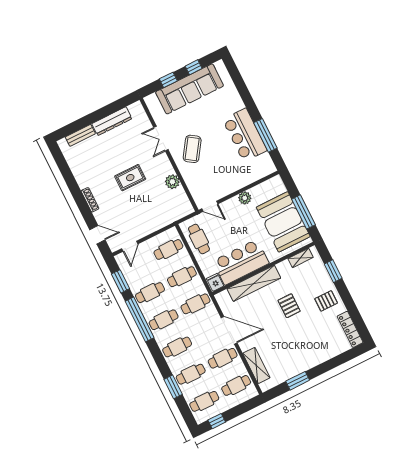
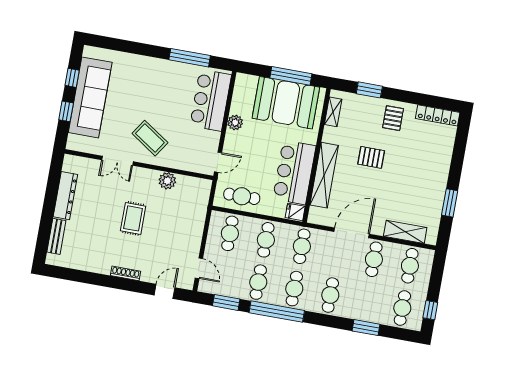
bar counter: (245, 135) -> (211, 100), moved, turned 90
cafe table: (191, 374) -> (366, 302), removed

